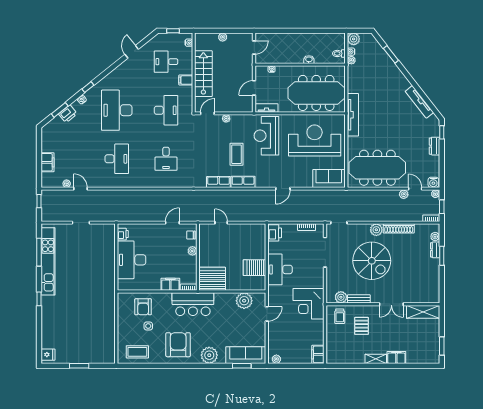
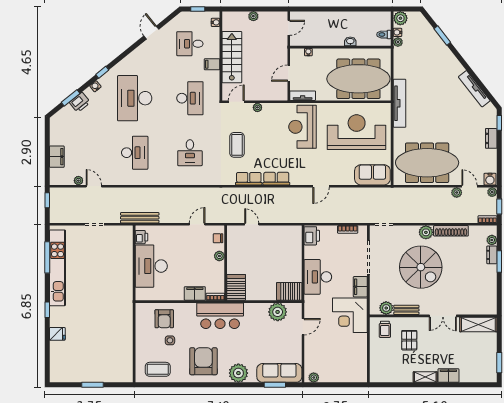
coffee table: (237, 154) -> (237, 145), moved
bench: (121, 217) -> (140, 218), added
server rack: (255, 268) -> (289, 291), moved
server rack: (212, 279) -> (236, 287), width x0.62
filing cabinet: (318, 354) -> (360, 287), moved
fridge: (48, 355) -> (57, 334), moved

